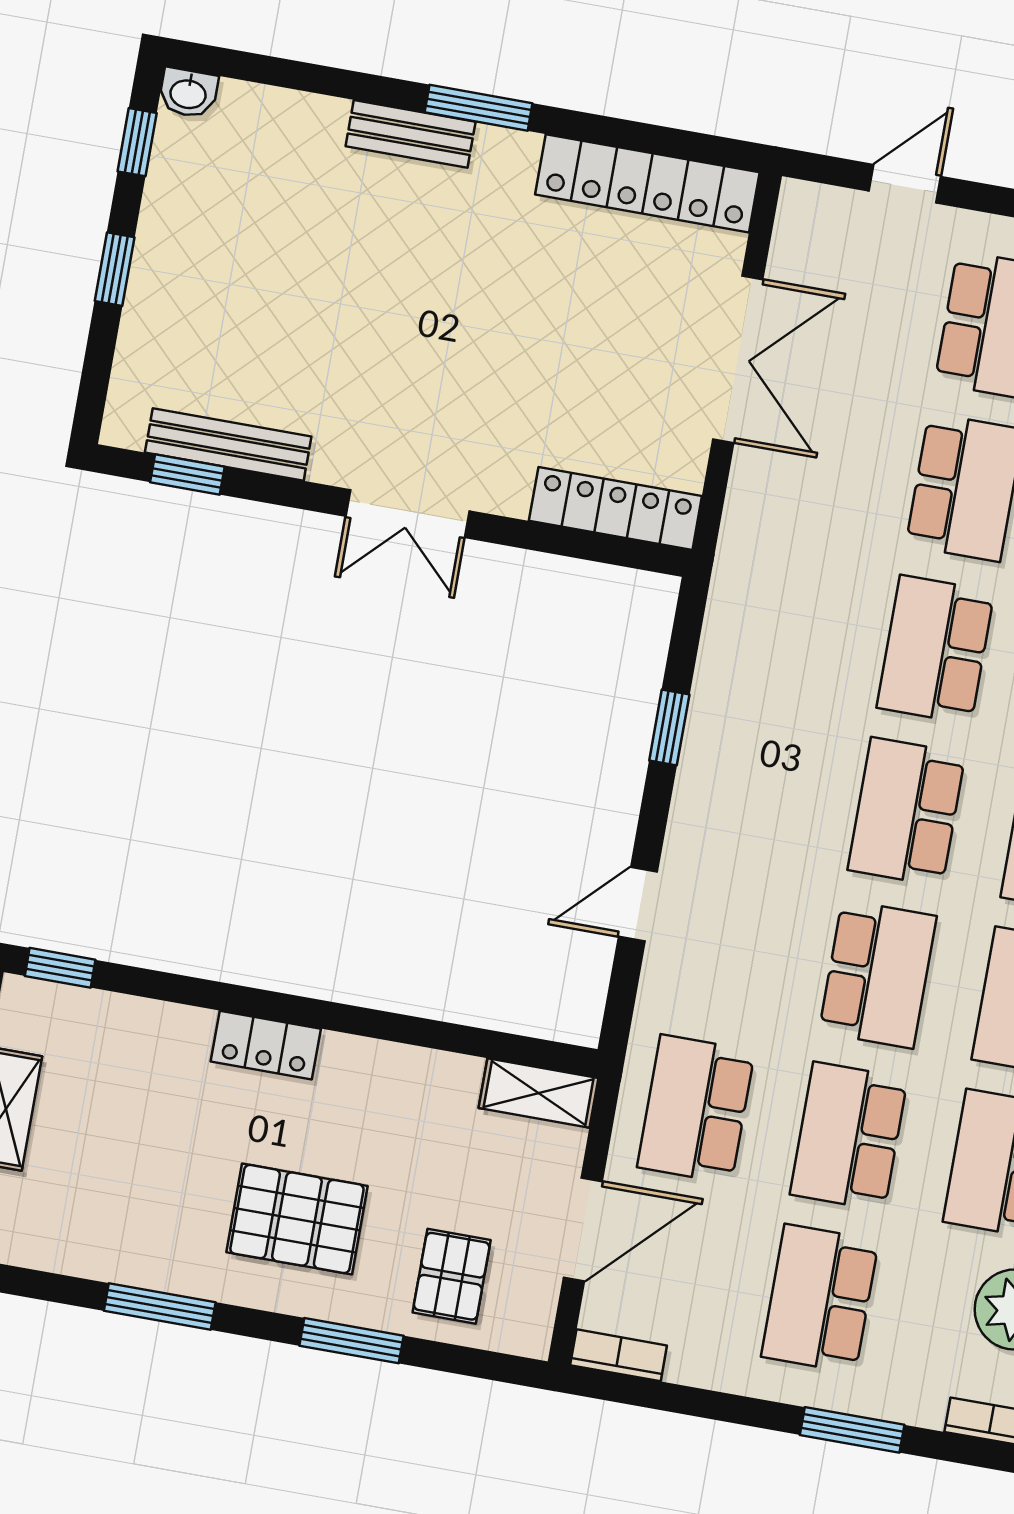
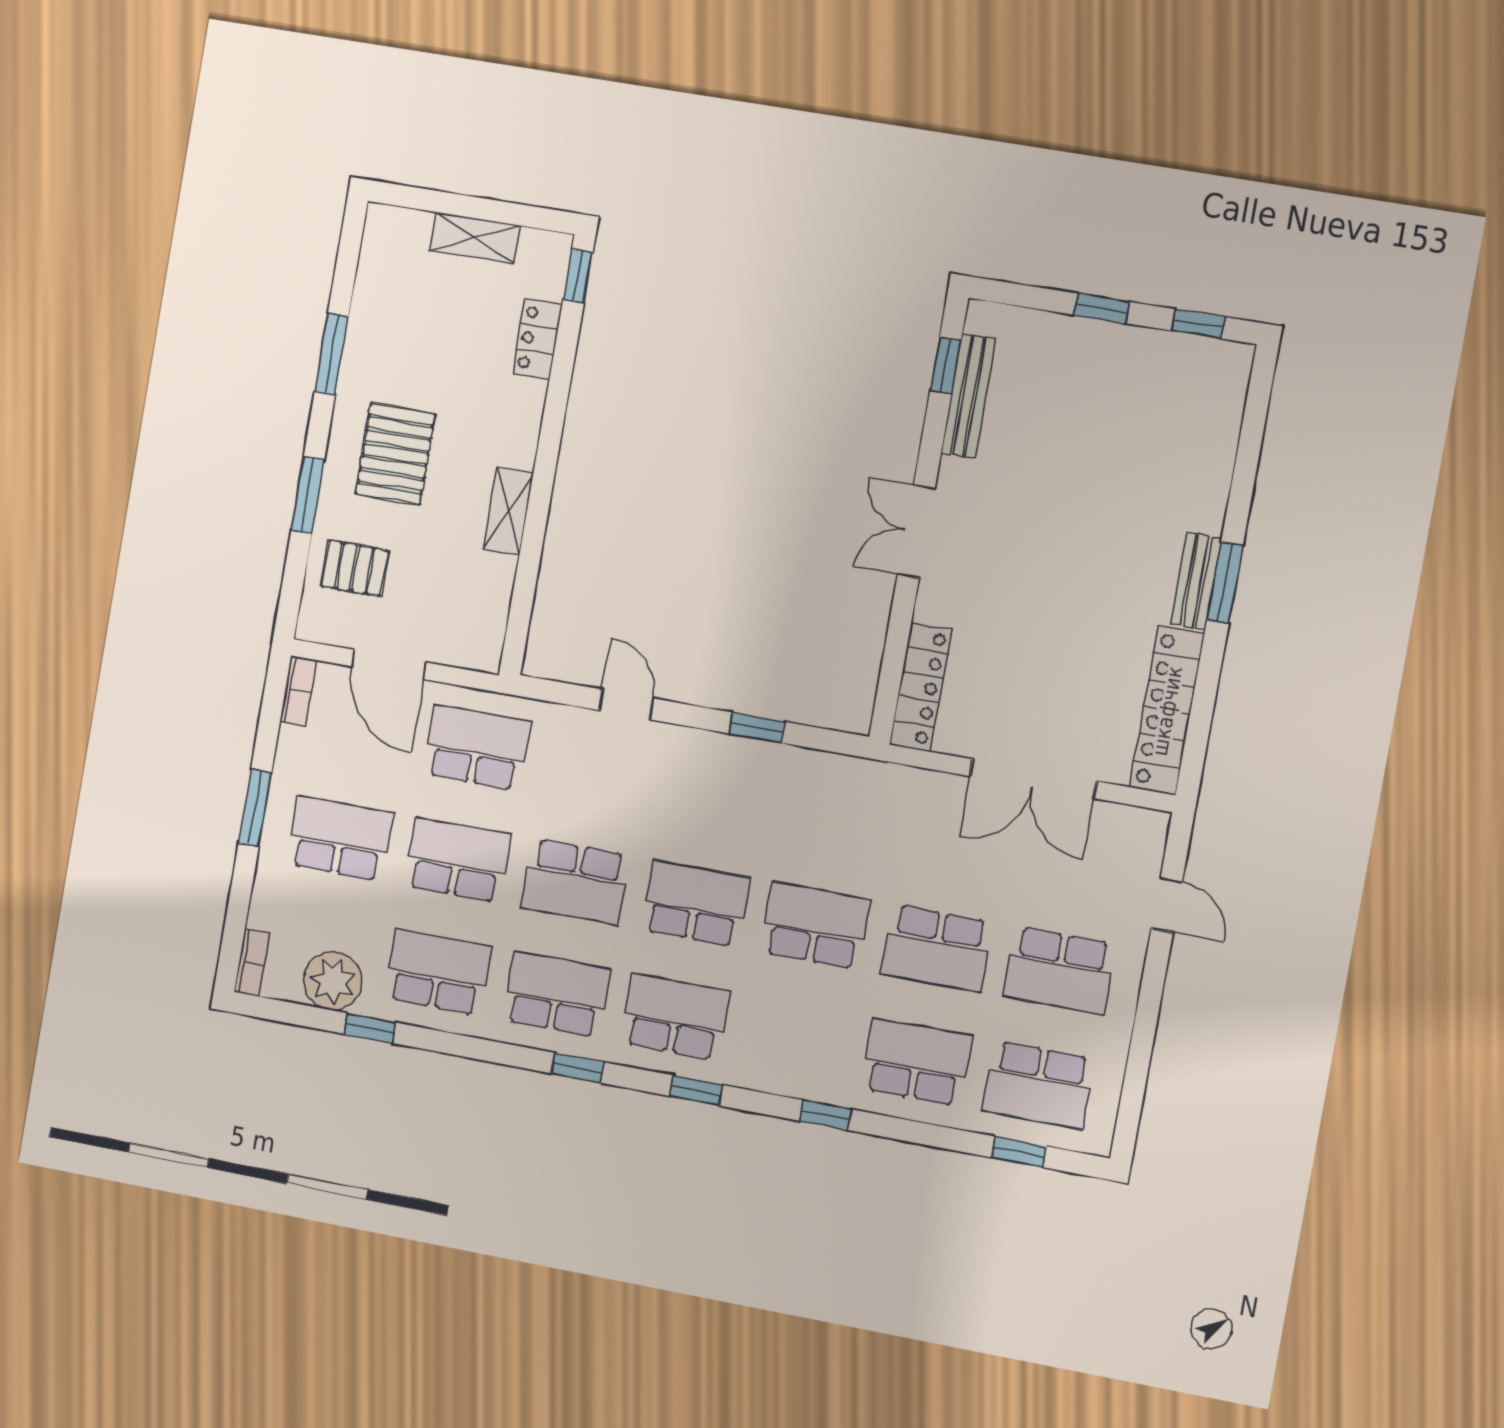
washbasin: (188, 93) -> (1236, 362), removed
bench: (411, 134) -> (1196, 581), moved
locker: (266, 1045) -> (537, 339), moved
shelving: (539, 1093) -> (508, 511), moved
window: (852, 1430) -> (255, 808), moved

